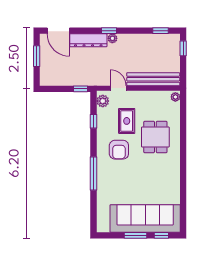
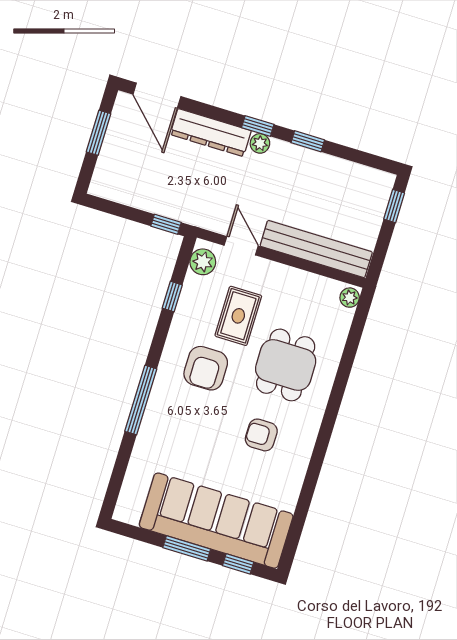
window: (160, 31) -> (308, 141), moved
armchair: (154, 173) -> (261, 435), added

